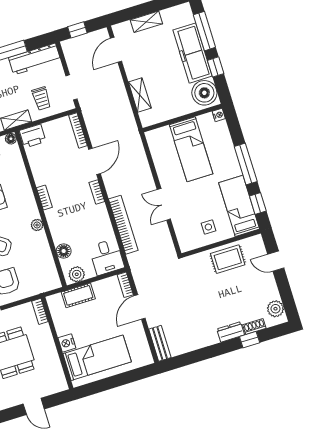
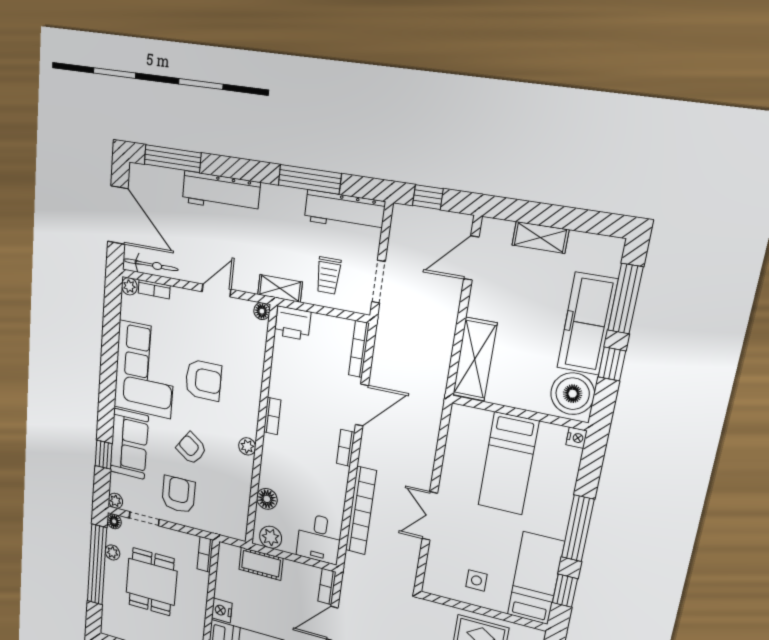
shelving: (140, 95) -> (475, 359), width x1.50, depth x1.33

